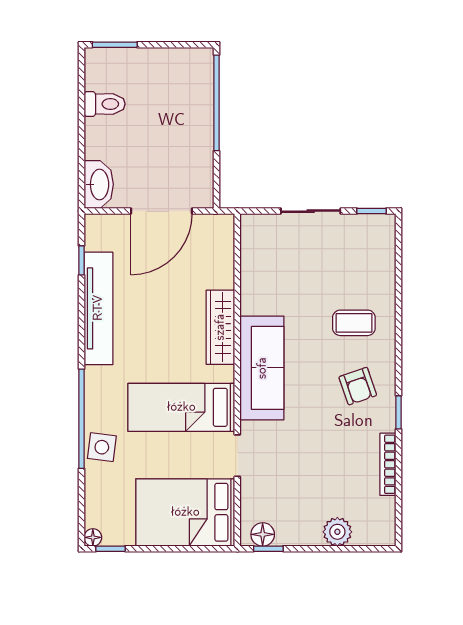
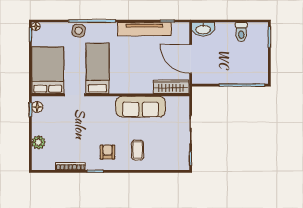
wardrobe: (220, 327) -> (171, 87), moved
sofa: (262, 368) -> (141, 107), moved
armchair: (358, 386) -> (108, 152), turned 109

